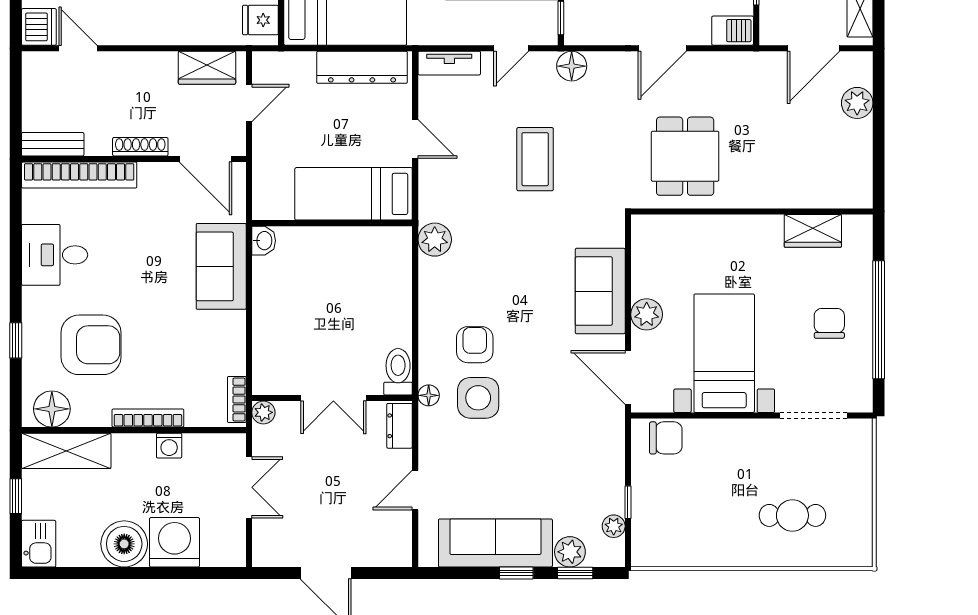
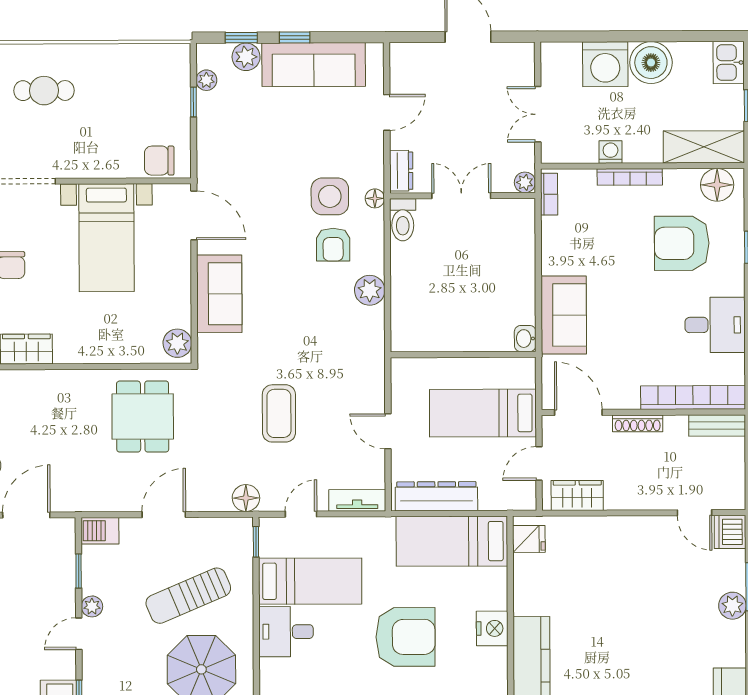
bed: (354, 194) -> (483, 413), moved, turned 180
plant: (435, 240) -> (370, 290), moved
plant: (647, 314) -> (177, 343), moved

